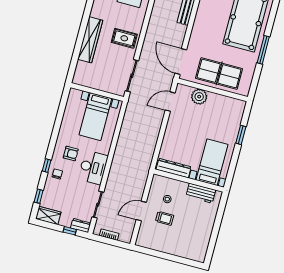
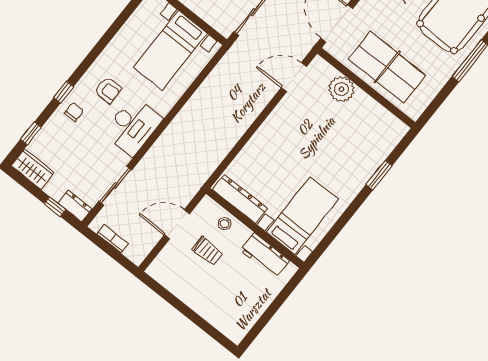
bed with nightstands: (212, 162) -> (302, 216), moved
dresser: (174, 168) -> (240, 199), moved
wall: (189, 180) -> (255, 228), moved
workbench: (201, 193) -> (265, 255), moved

